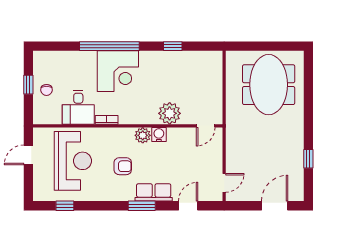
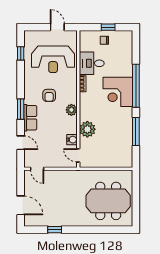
window: (173, 46) -> (136, 132), width x2.17
water cooler: (159, 135) -> (72, 140), moved

